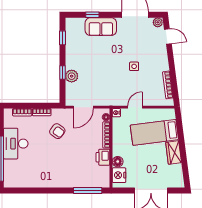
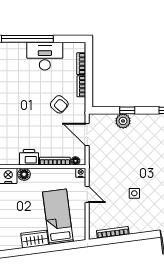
armchair: (57, 131) -> (59, 104), turned -86

